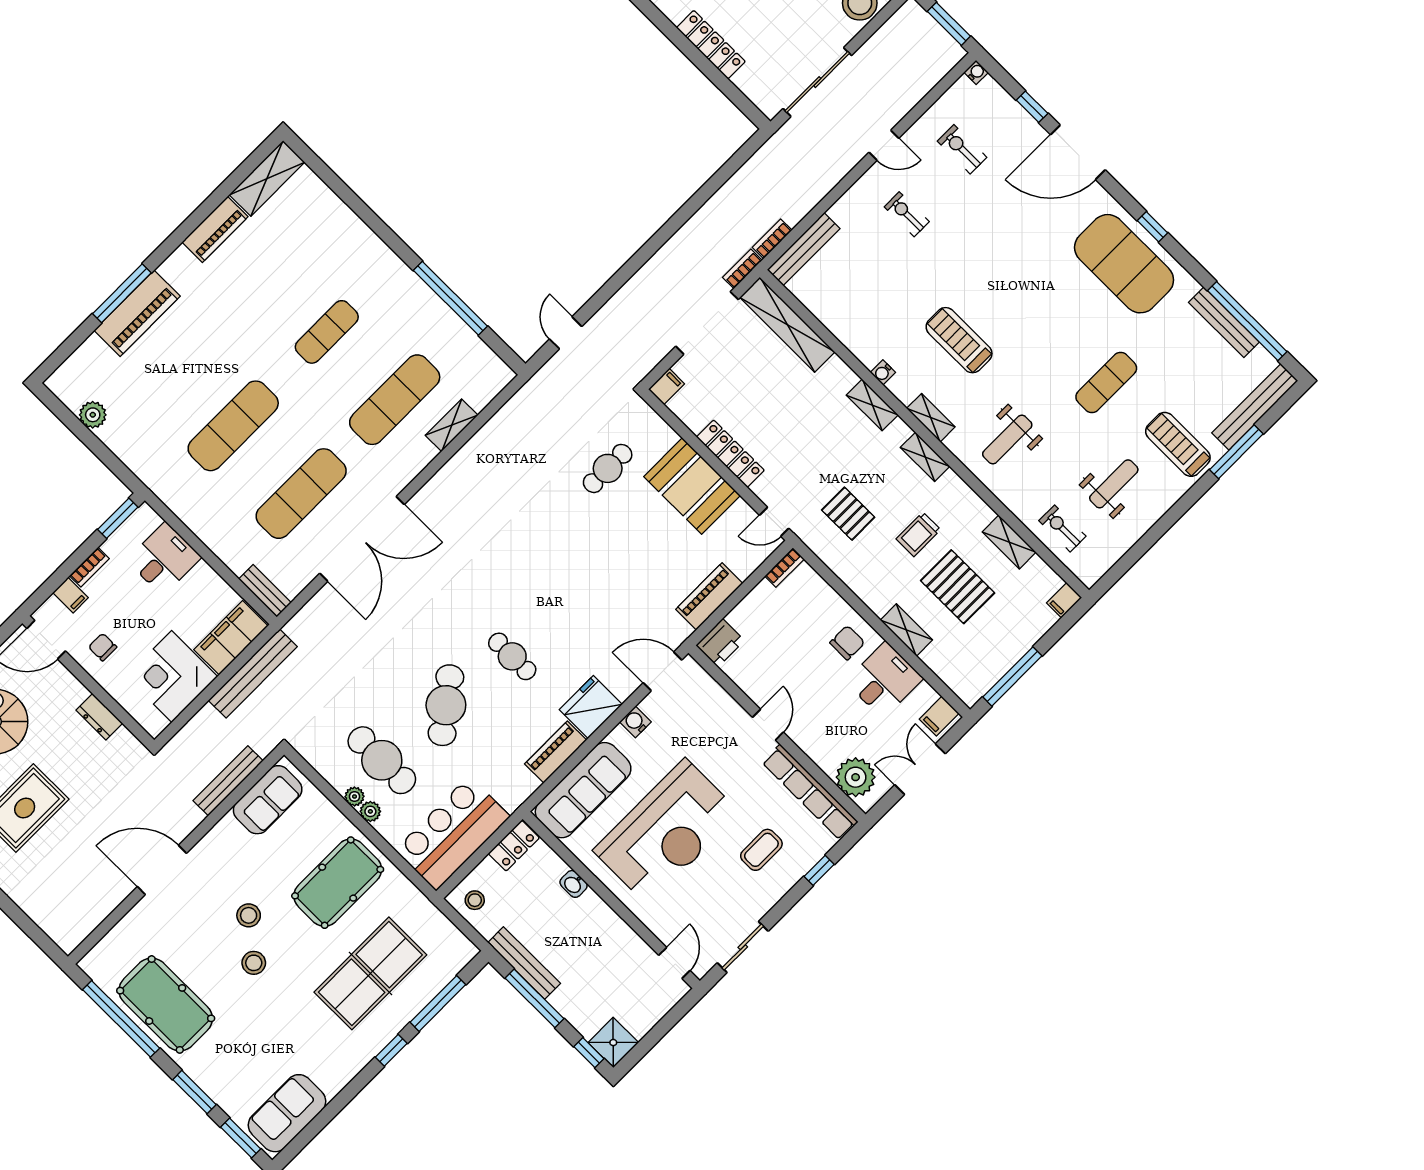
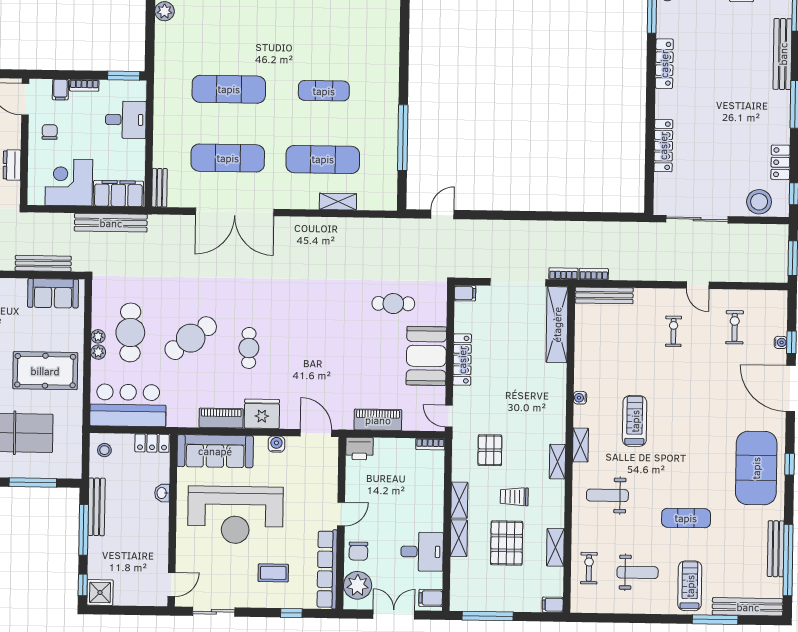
water cooler: (976, 72) -> (781, 342), moved
shelving: (872, 405) -> (459, 500), moved
chair: (847, 643) -> (358, 551), moved, turned 90

